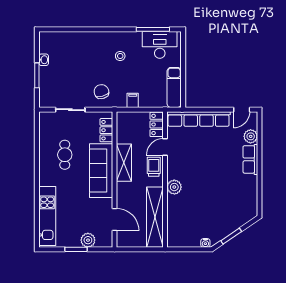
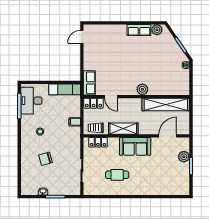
chair: (101, 92) -> (46, 159), moved
door: (242, 110) -> (82, 37), swing flipped
row of seats: (199, 119) -> (89, 83), width x0.50
plant: (251, 136) -> (157, 30), moved
row of seats: (250, 159) -> (139, 30), moved
trolley: (154, 167) -> (96, 128), moved
sofa: (101, 171) -> (135, 146), width x0.73
kitchen unit: (47, 216) -> (165, 189), removed

